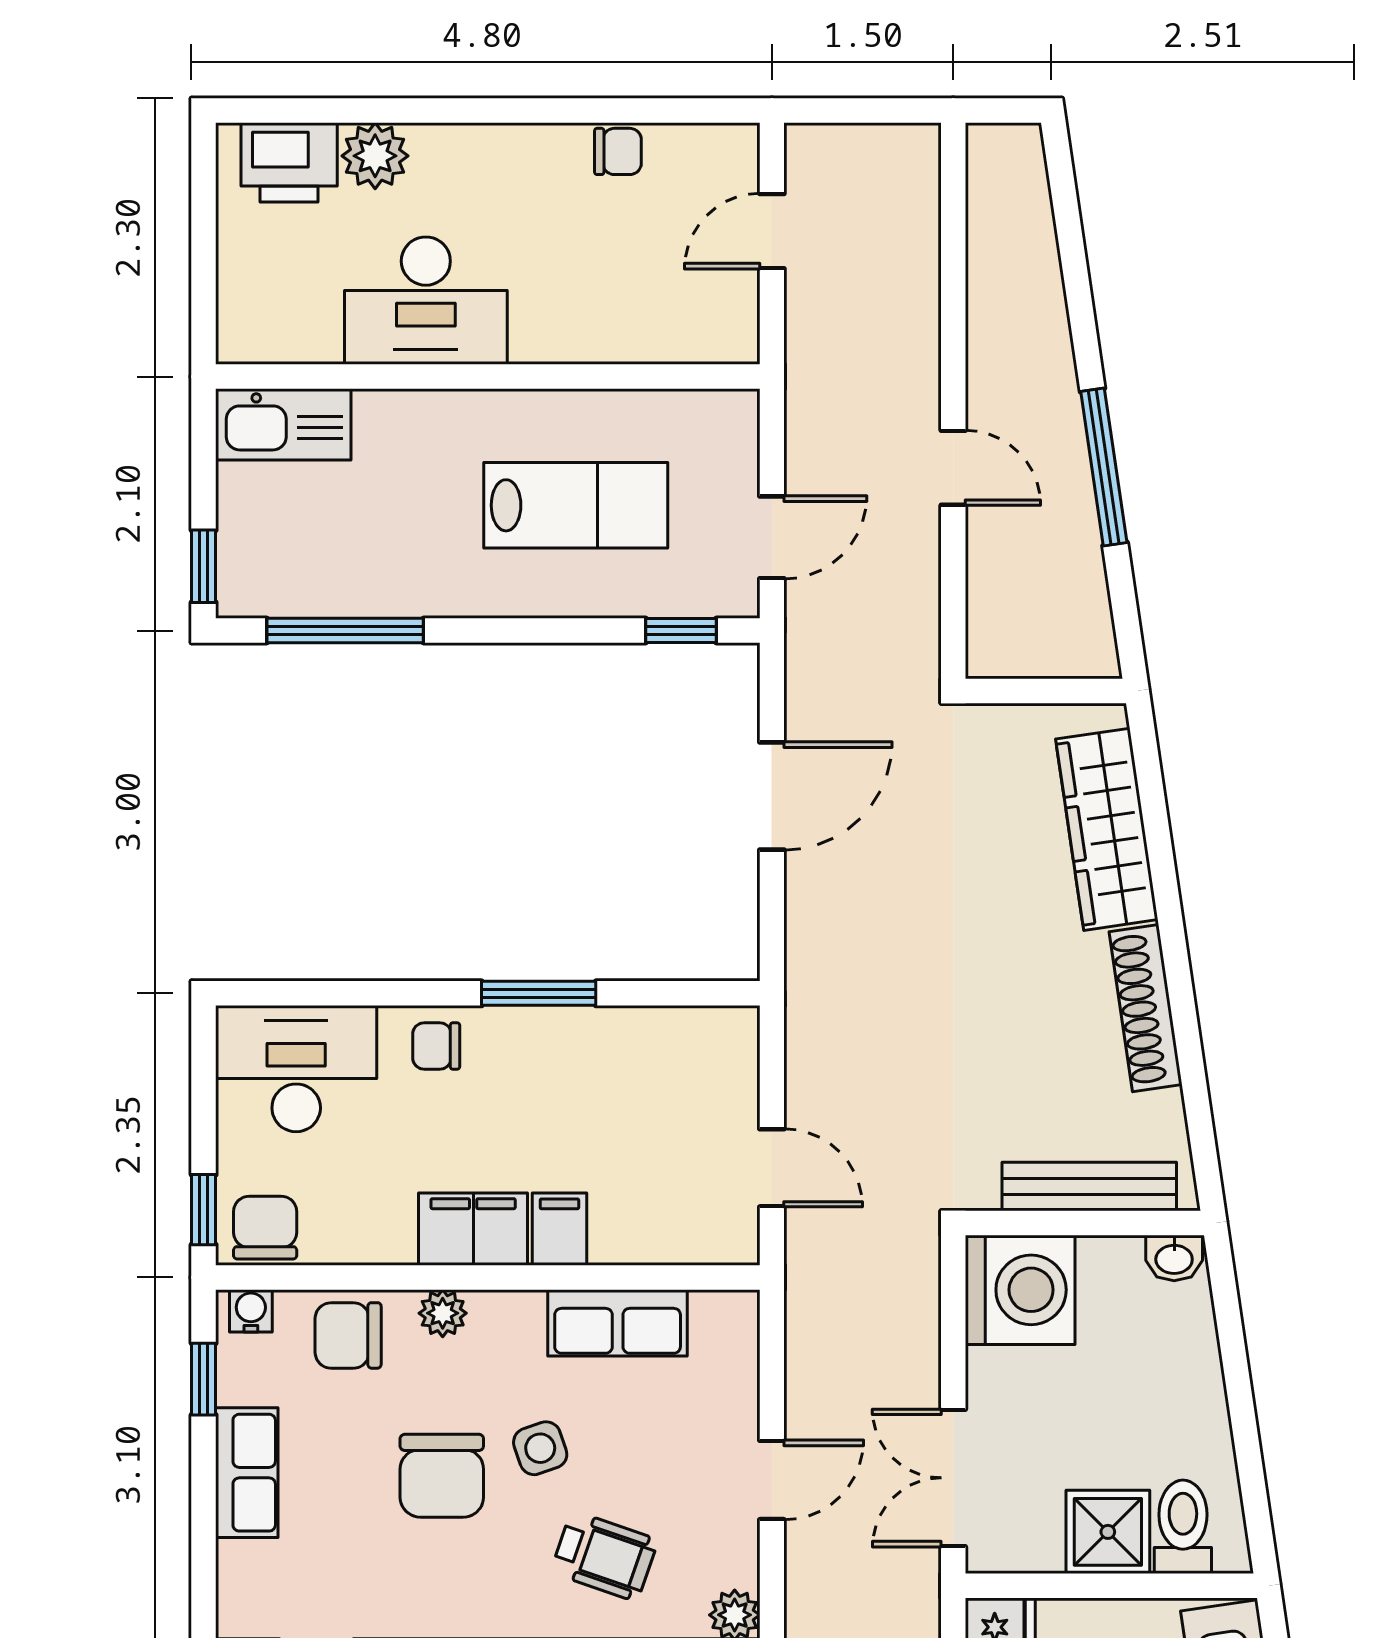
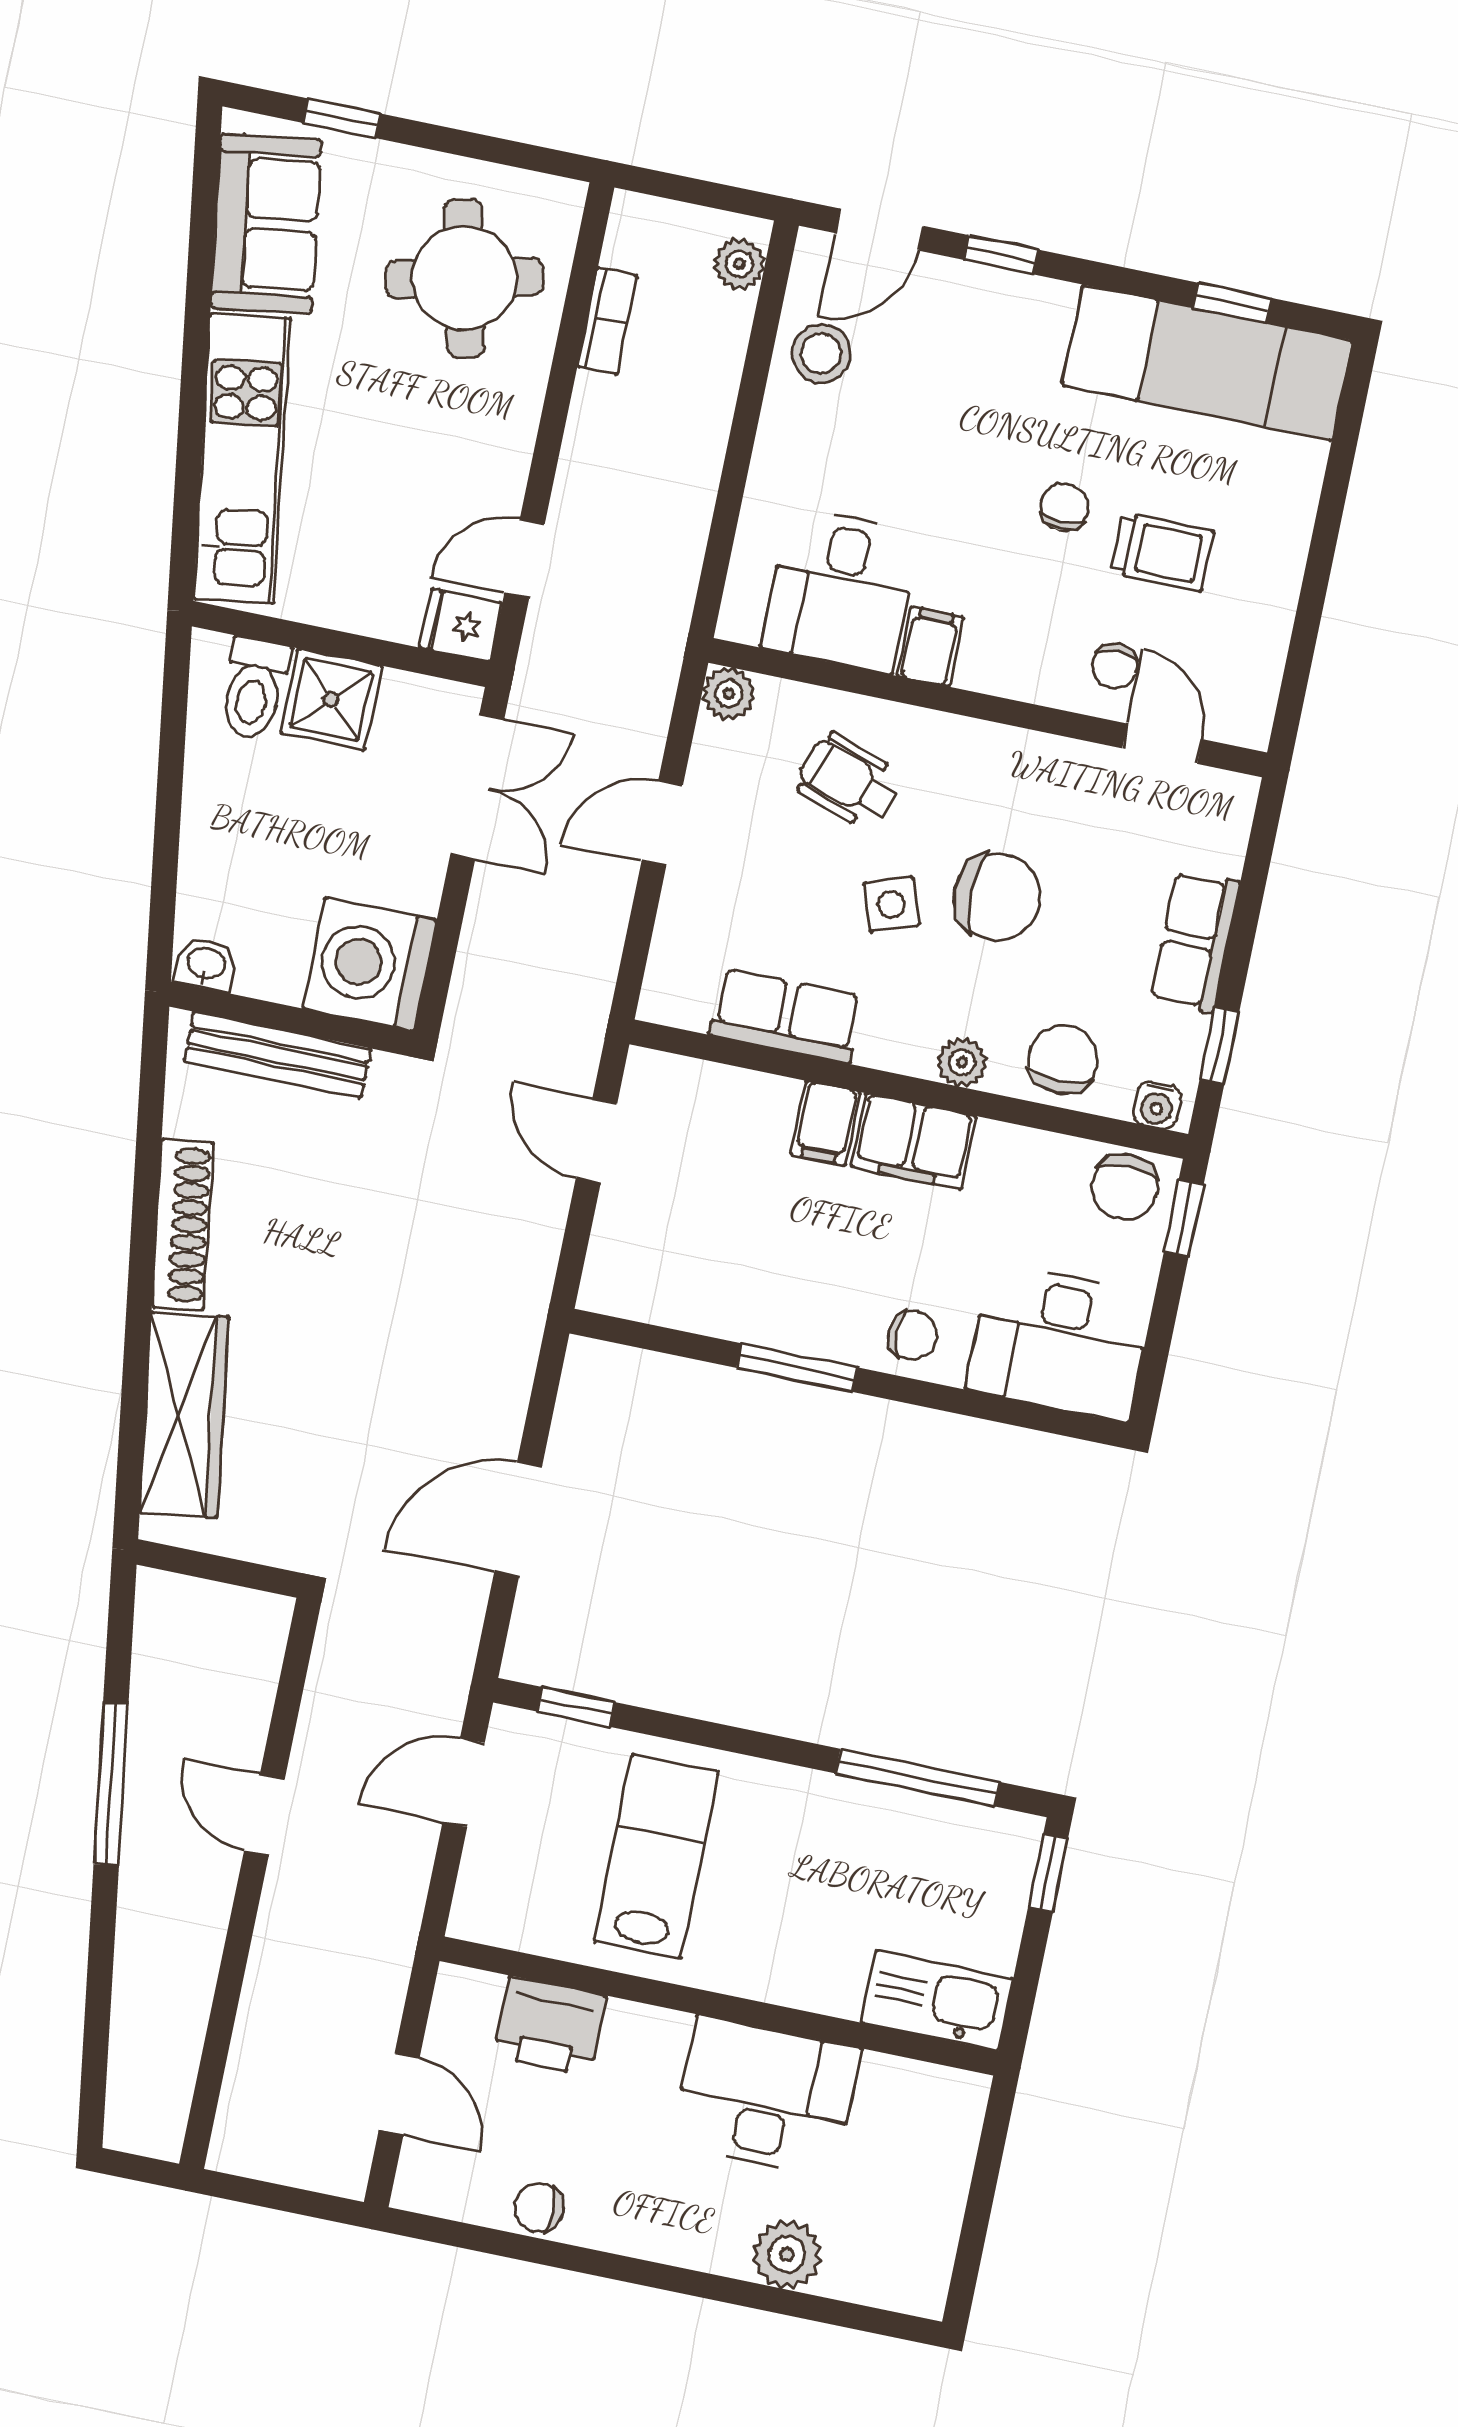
printer: (289, 162) -> (550, 2026), moved, turned 180
door: (772, 231) -> (399, 2094), hinge flipped
lab bench: (576, 505) -> (656, 1856), turned 90
chair: (348, 1335) -> (1063, 1060), turned -90
chair: (442, 1476) -> (997, 897), turned 90

